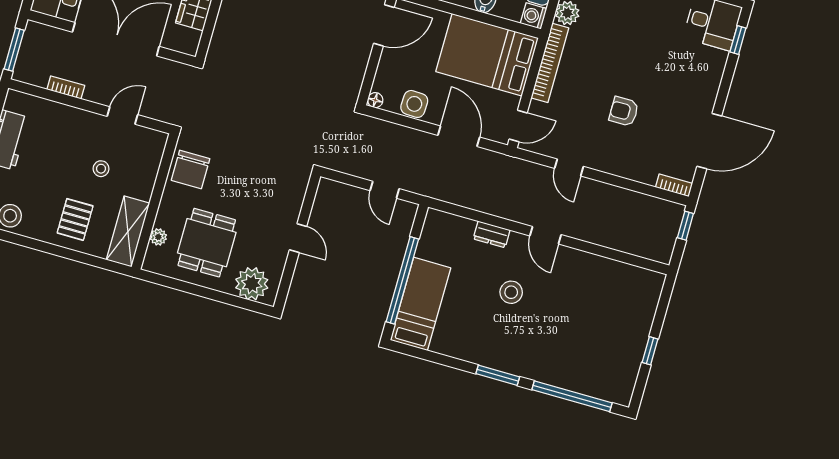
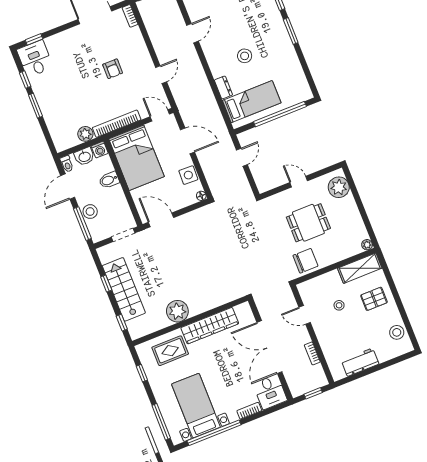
window: (14, 50) -> (313, 393), width x0.67
door: (459, 136) -> (187, 141), swing flipped
door: (546, 235) -> (193, 33), moved
plant: (158, 237) -> (367, 245), moved
door: (298, 238) -> (299, 182), hinge flipped
dining table: (207, 243) -> (308, 223), moved
bed: (421, 304) -> (252, 102), moved, turned 180

